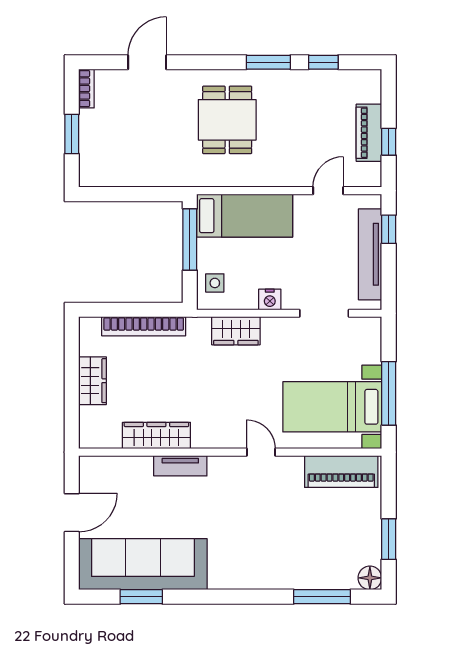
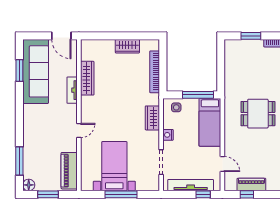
wardrobe: (156, 435) -> (87, 78), moved
wall: (230, 452) -> (79, 115), moved
door: (261, 452) -> (79, 130), moved
tv unit: (180, 466) -> (72, 90), moved
piano: (341, 471) -> (69, 171), moved

